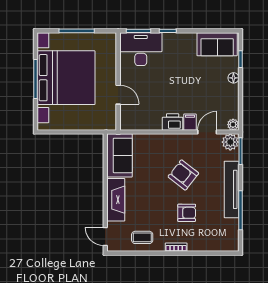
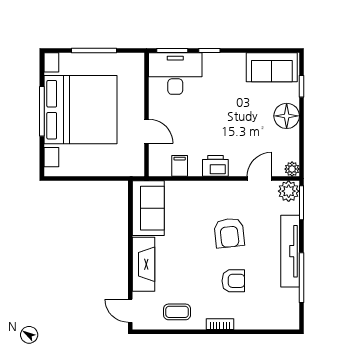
floor lamp: (233, 78) -> (287, 116), width x1.89, depth x1.89
filing cabinet: (190, 122) -> (180, 166), moved
armchair: (183, 175) -> (229, 233), turned -134

